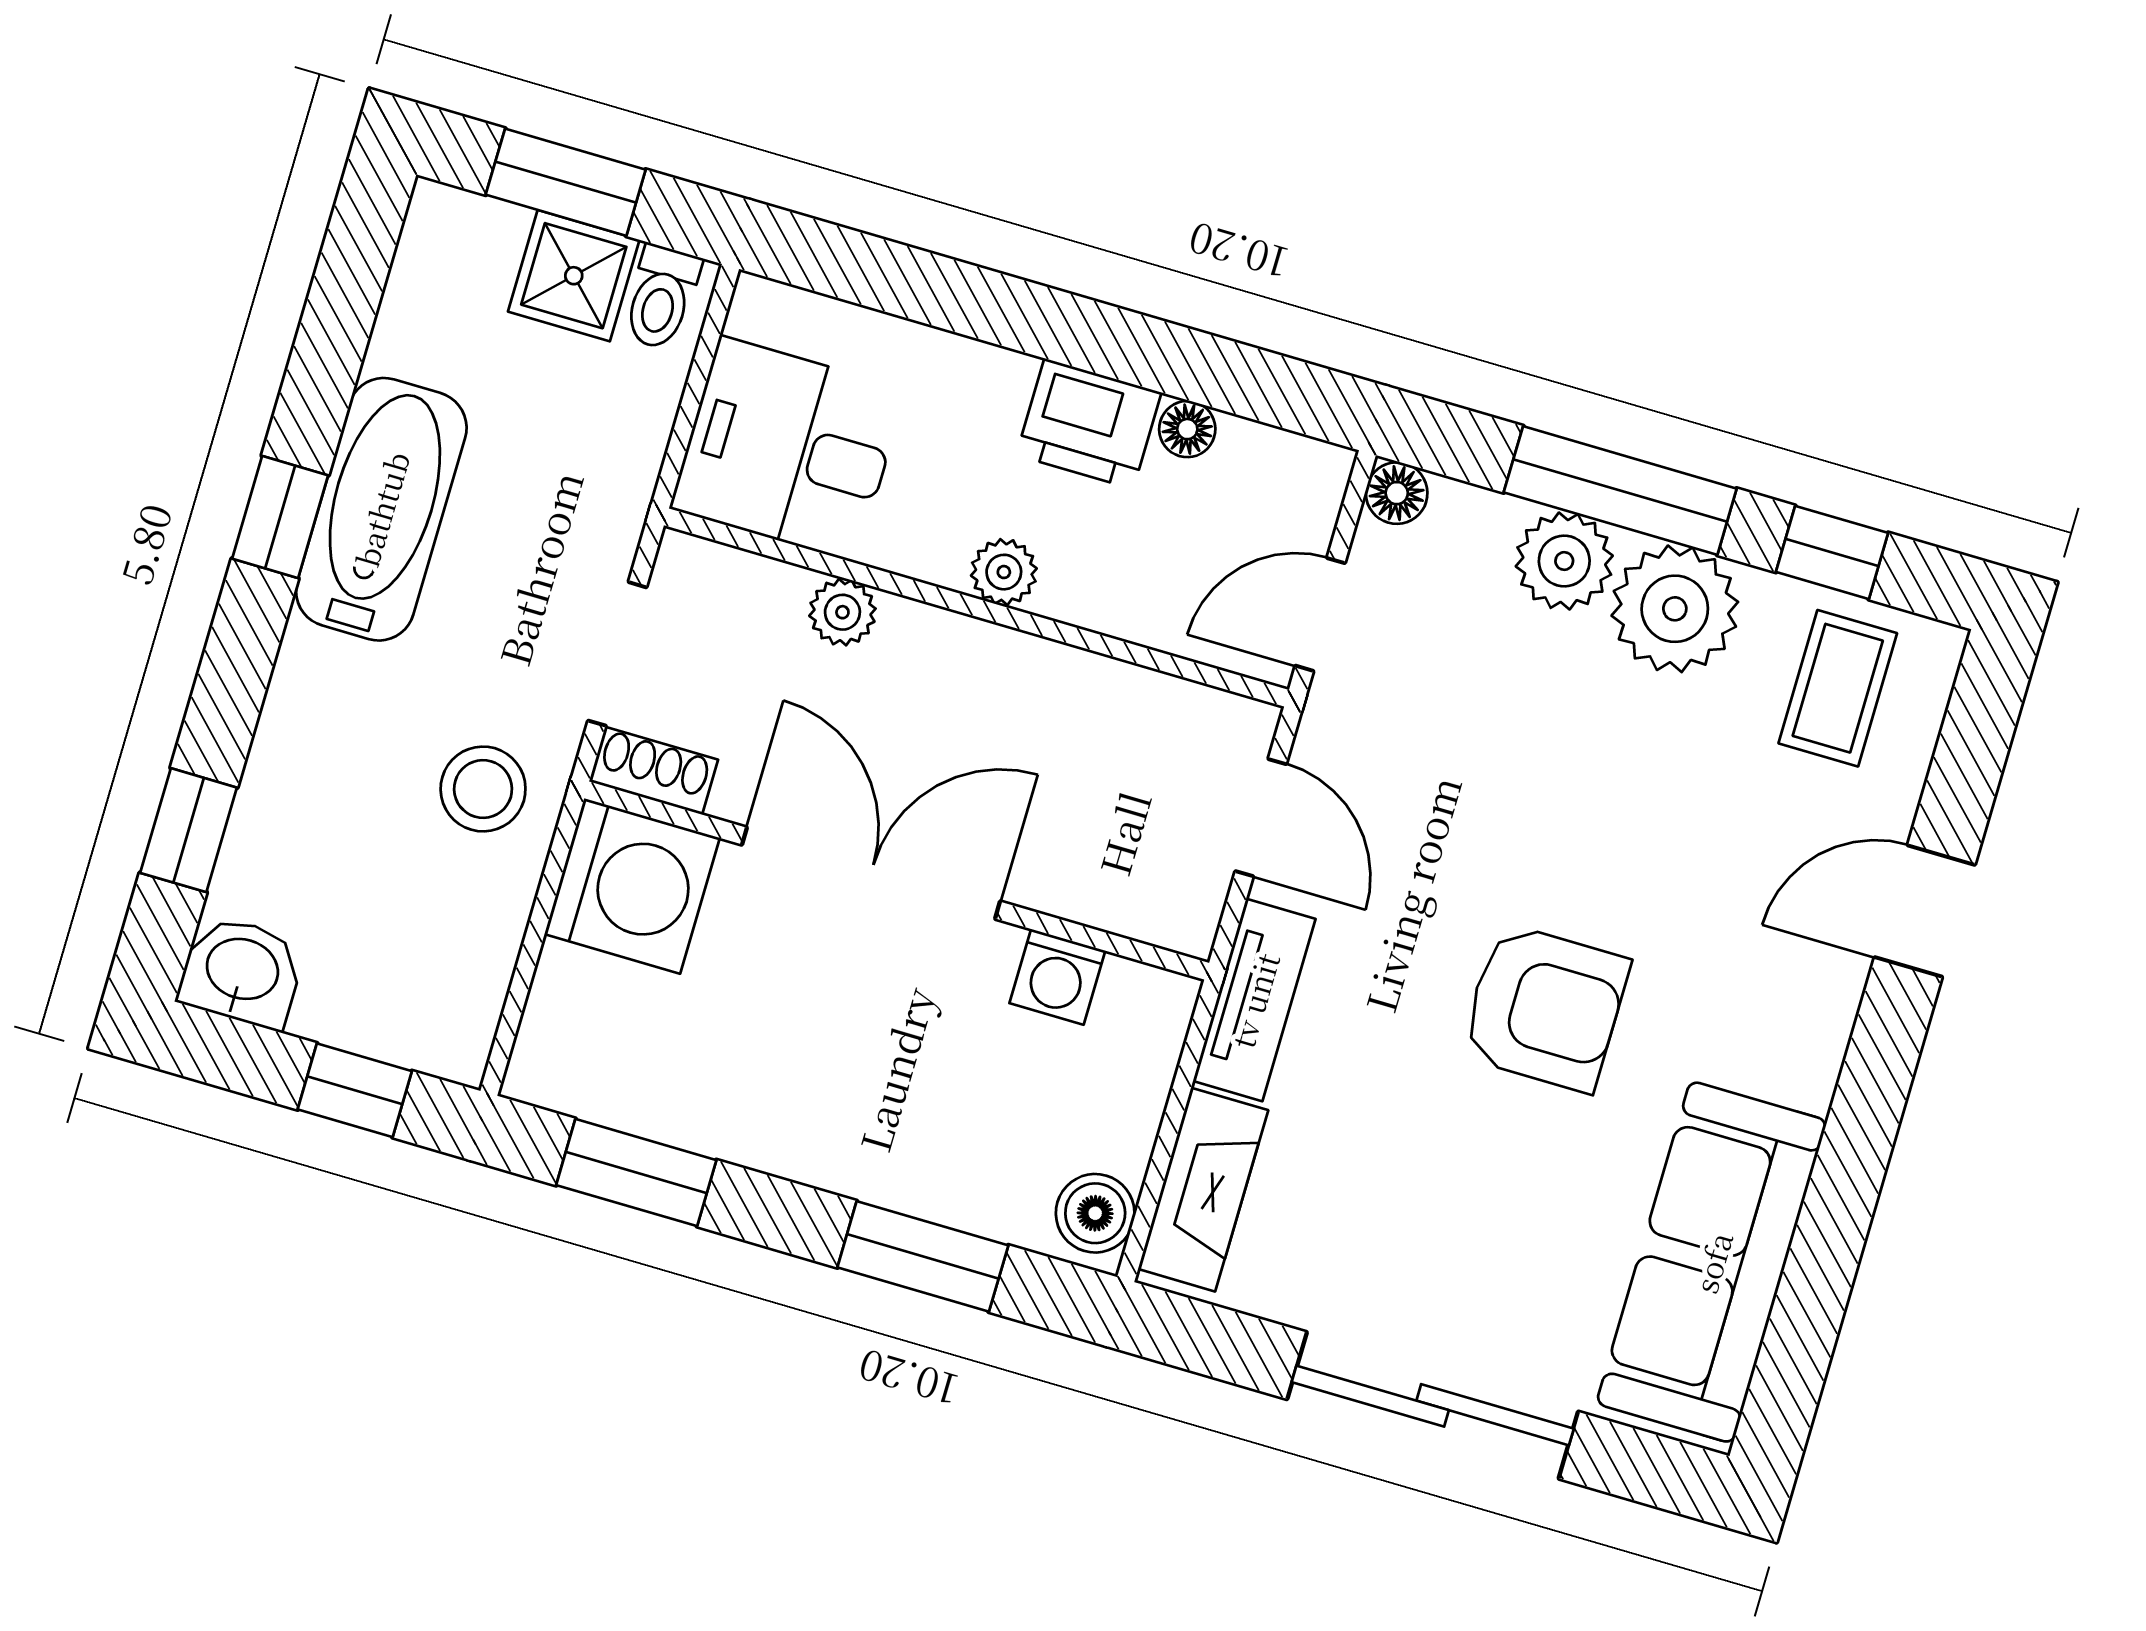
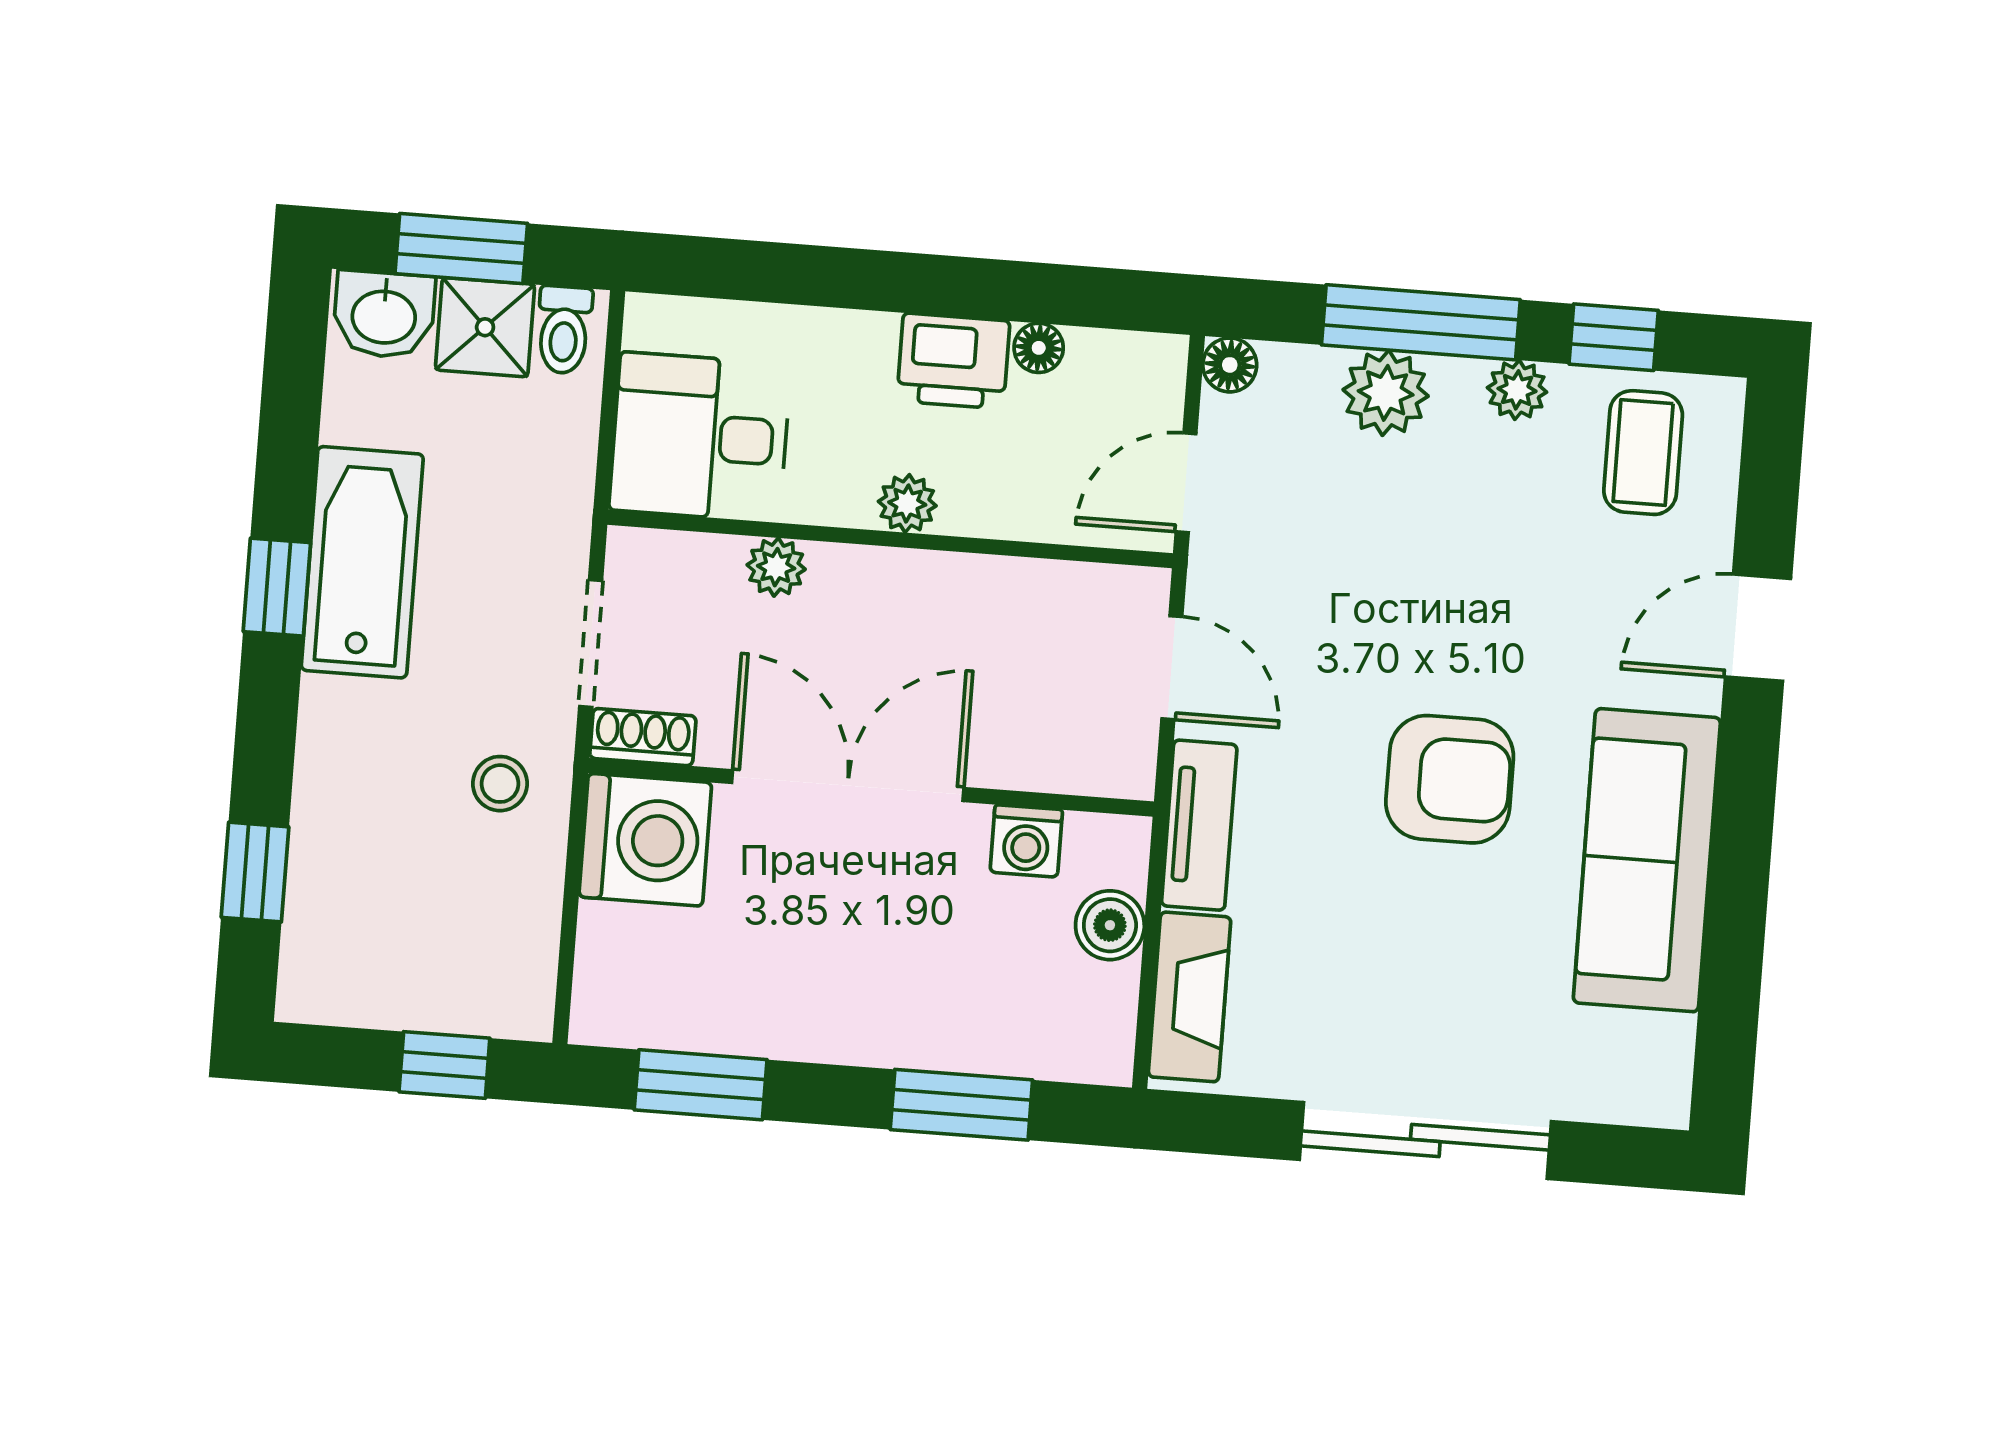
plant: (1675, 609) -> (1517, 390), width x0.53, depth x0.53
stool: (483, 789) -> (500, 784), width x0.73, depth x0.73
washbasin: (242, 972) -> (384, 315), moved, turned 180
boiler: (1095, 1213) -> (1110, 925), moved
sofa: (1712, 1262) -> (1647, 860), moved

